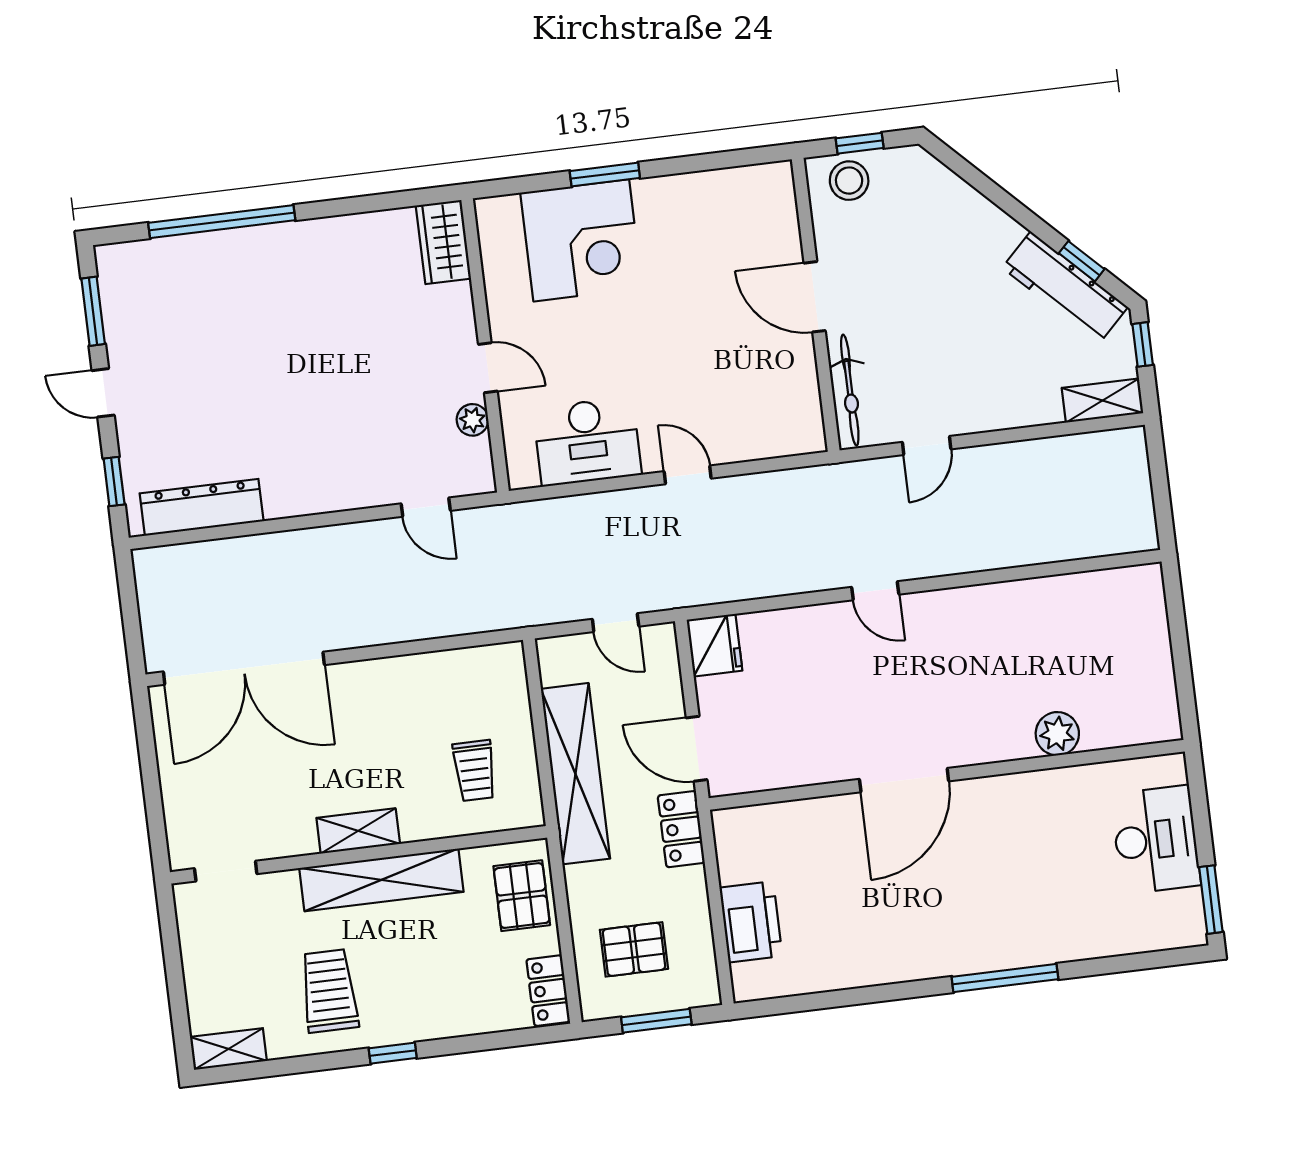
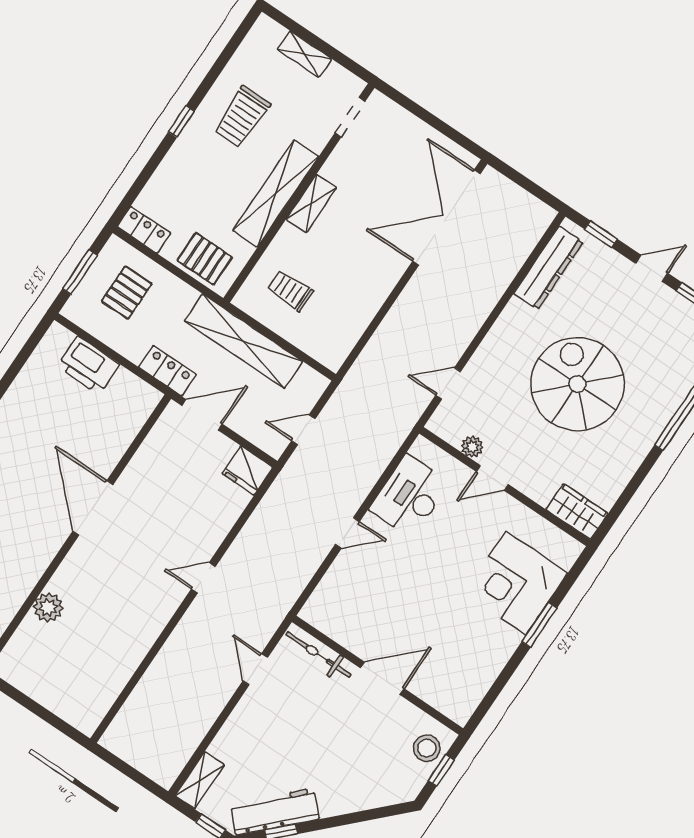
spiral stairs: (302, 364) -> (577, 384), added
trolley: (329, 991) -> (242, 117), turned 90
shelving: (228, 1049) -> (304, 54), moved, turned 90

